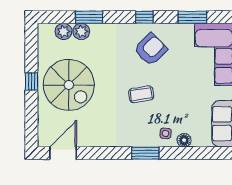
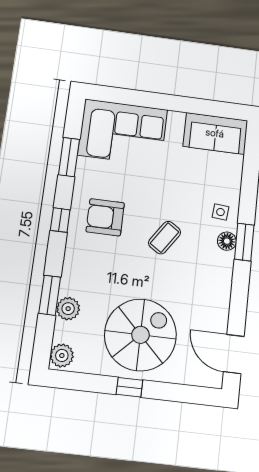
plant: (63, 31) -> (62, 356), moved
armchair: (151, 49) -> (105, 217), turned -45
coffee table: (141, 94) -> (165, 238), turned 43
floor lamp: (184, 140) -> (227, 241), moved

